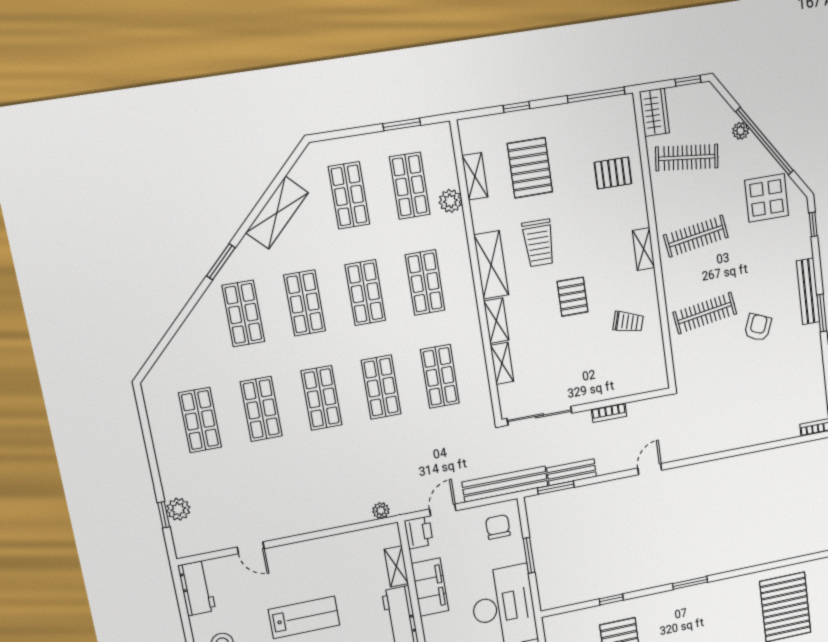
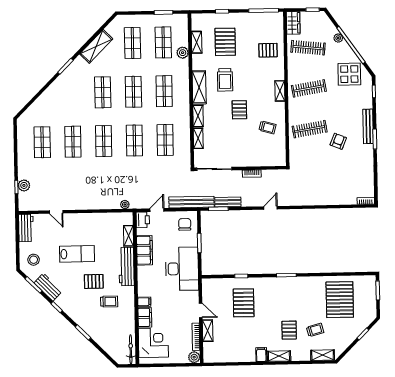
shop shelf: (243, 314) -> (72, 93), removed

